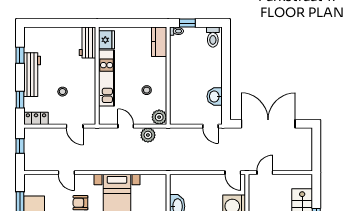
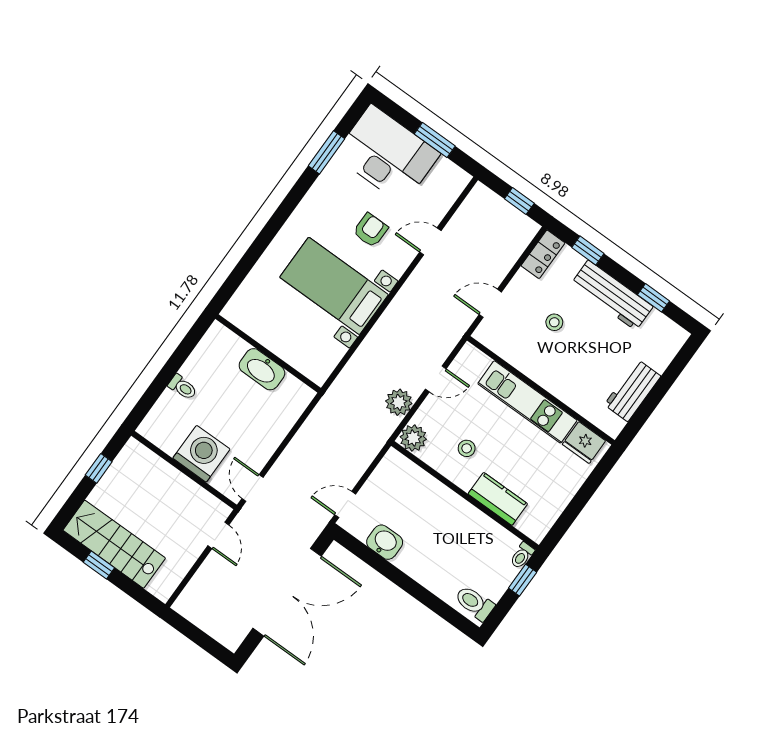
kitchen counter: (159, 42) -> (498, 499), moved
workbench: (87, 43) -> (632, 390), moved, turned -90
door: (233, 173) -> (252, 488), hinge flipped

